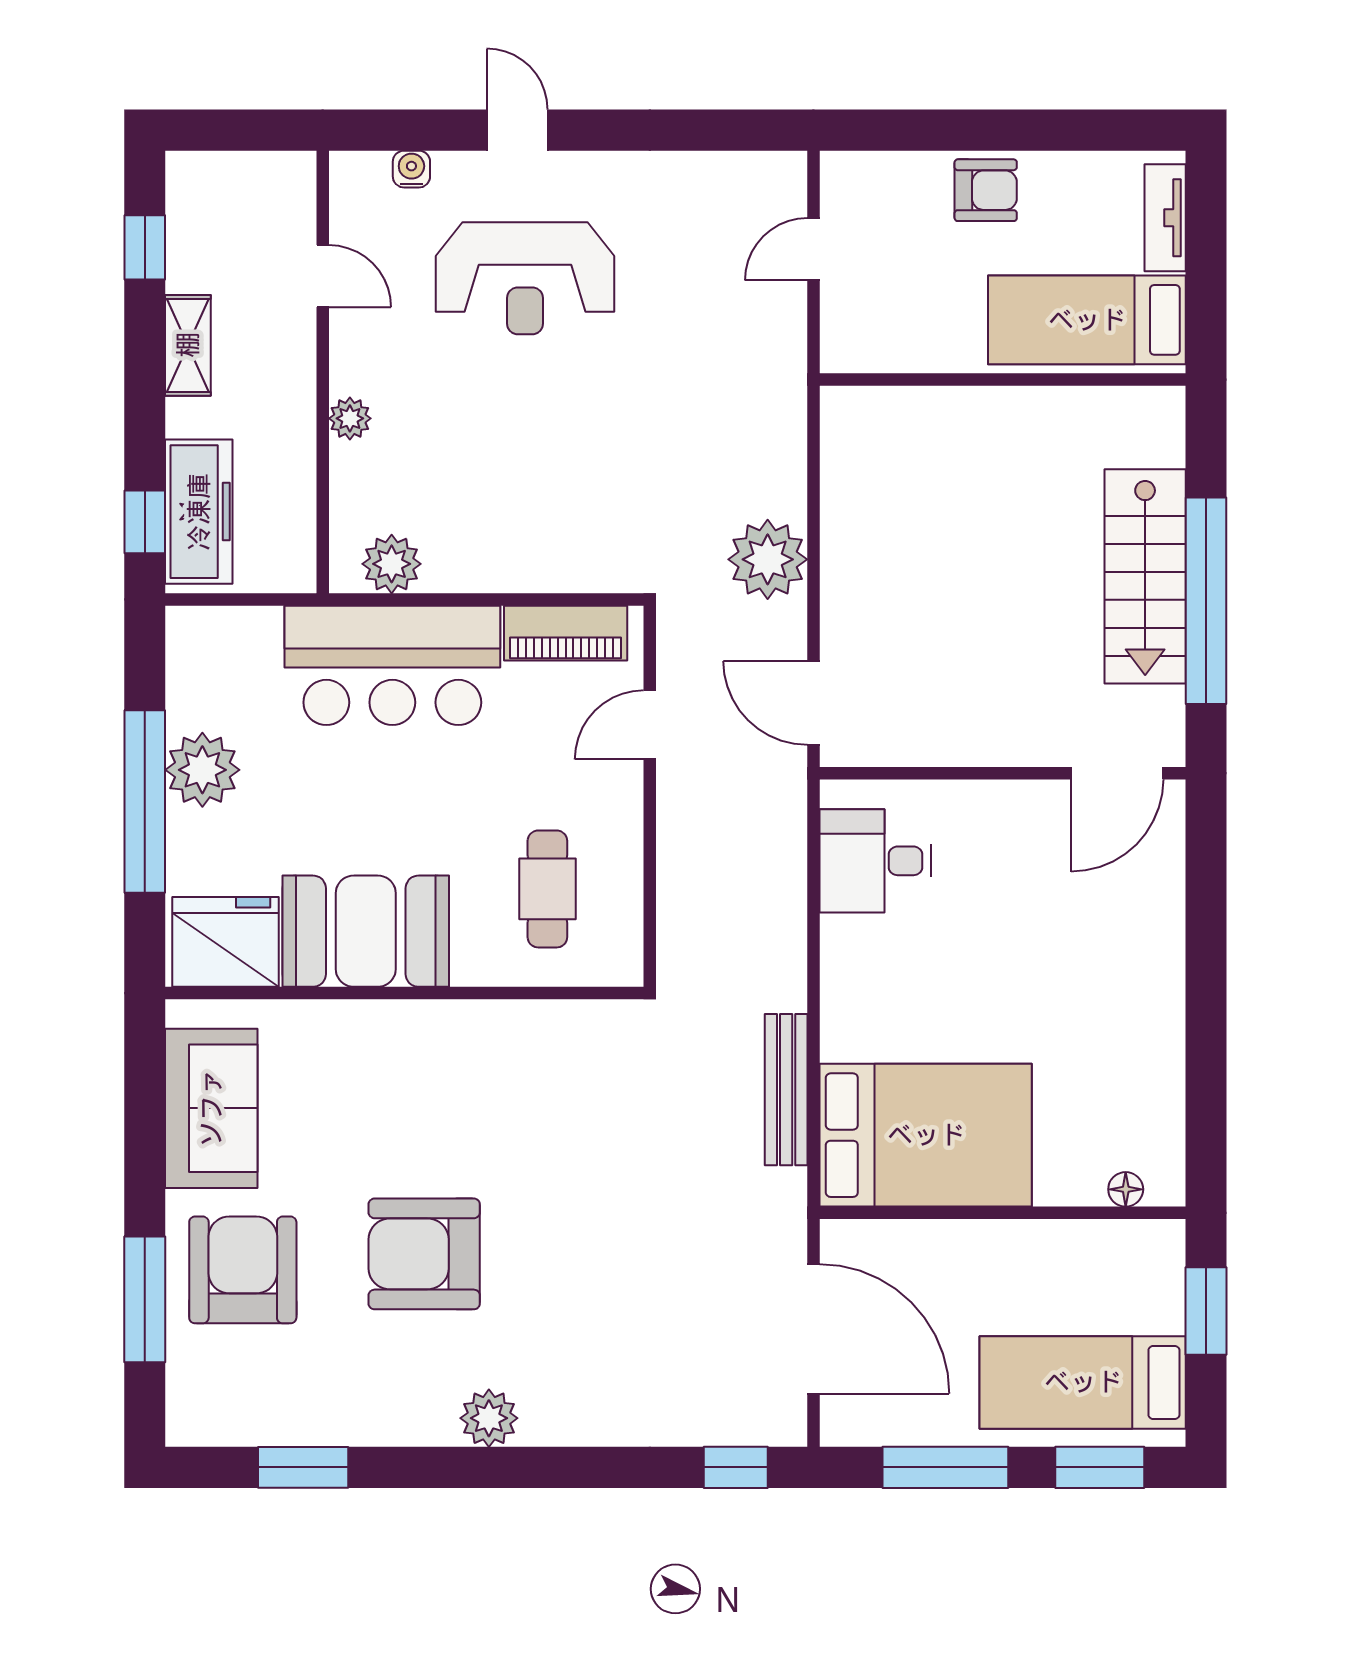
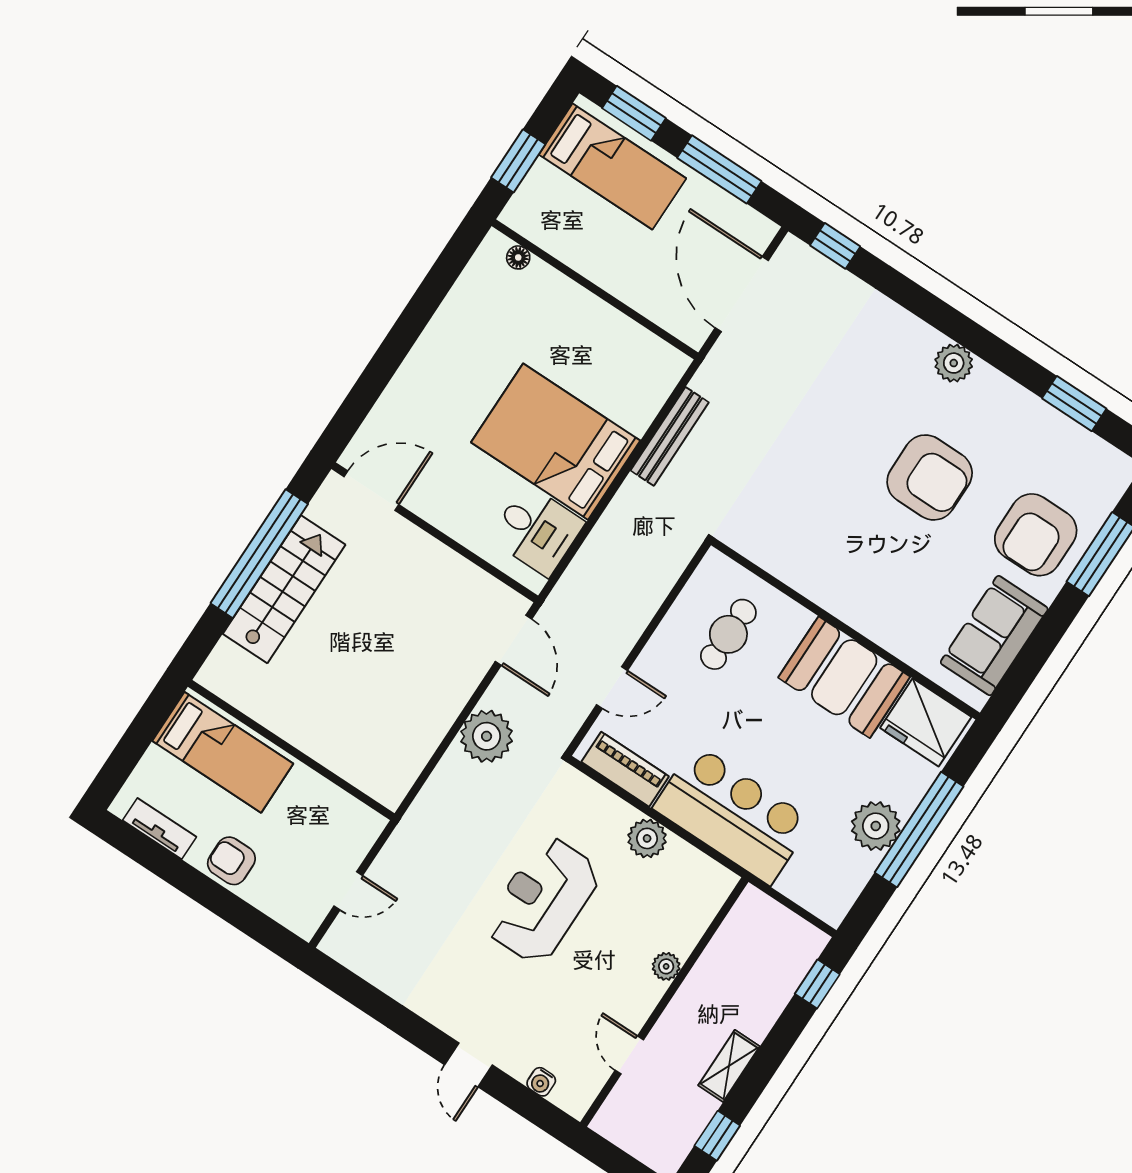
tv unit: (1165, 218) -> (160, 829), moved, turned -90
reception desk: (525, 278) -> (543, 900), moved, turned -90
freezer: (199, 512) -> (784, 970), removed
plant: (392, 564) -> (647, 838), moved
bed: (926, 1135) -> (556, 442), moved

